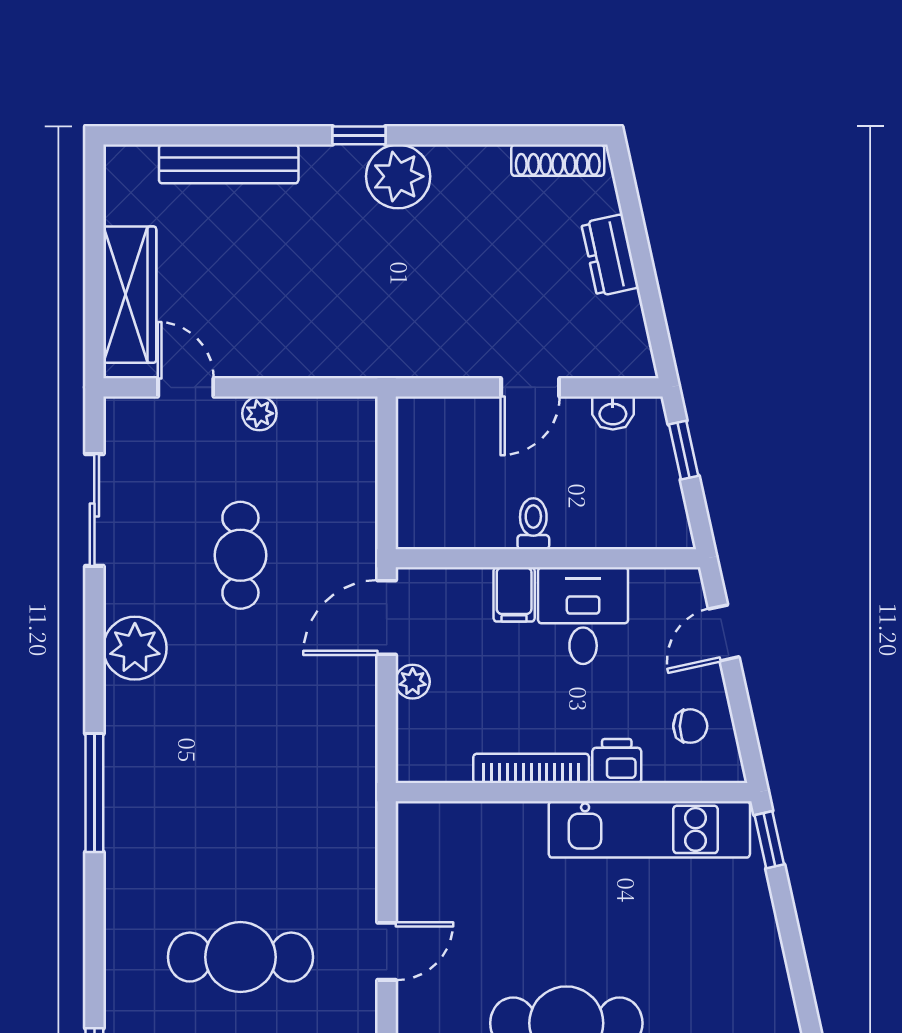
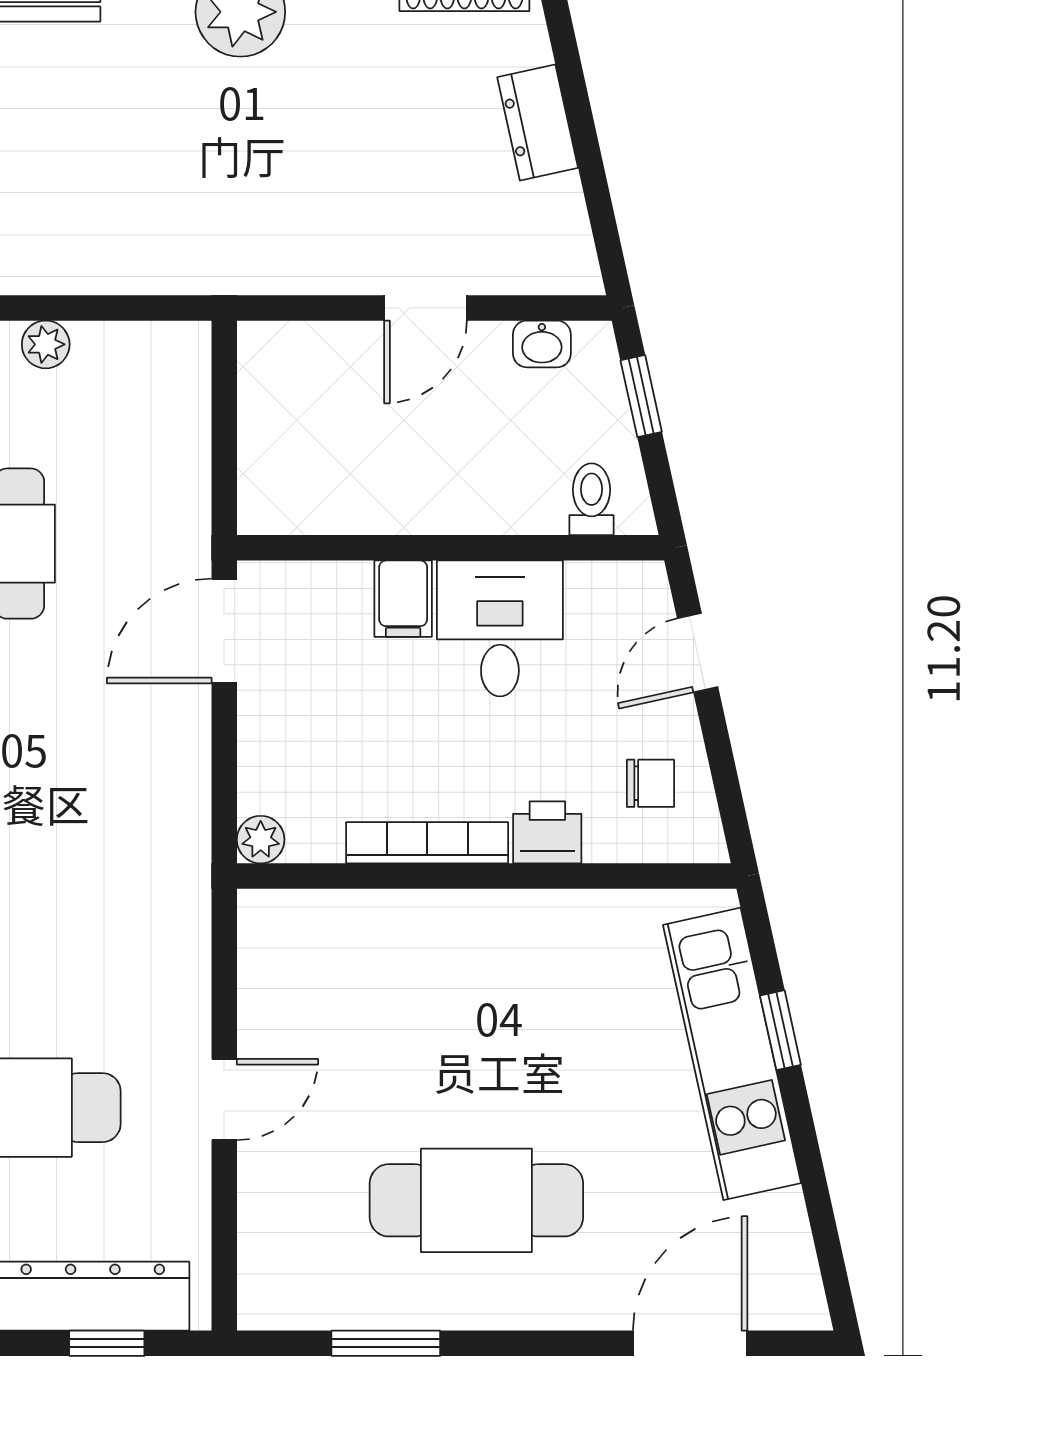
toilet: (533, 524) -> (591, 499), moved
plant: (413, 682) -> (261, 840), moved
kitchen unit: (649, 829) -> (732, 1054), moved, turned 78
window: (769, 840) -> (780, 1030), moved

